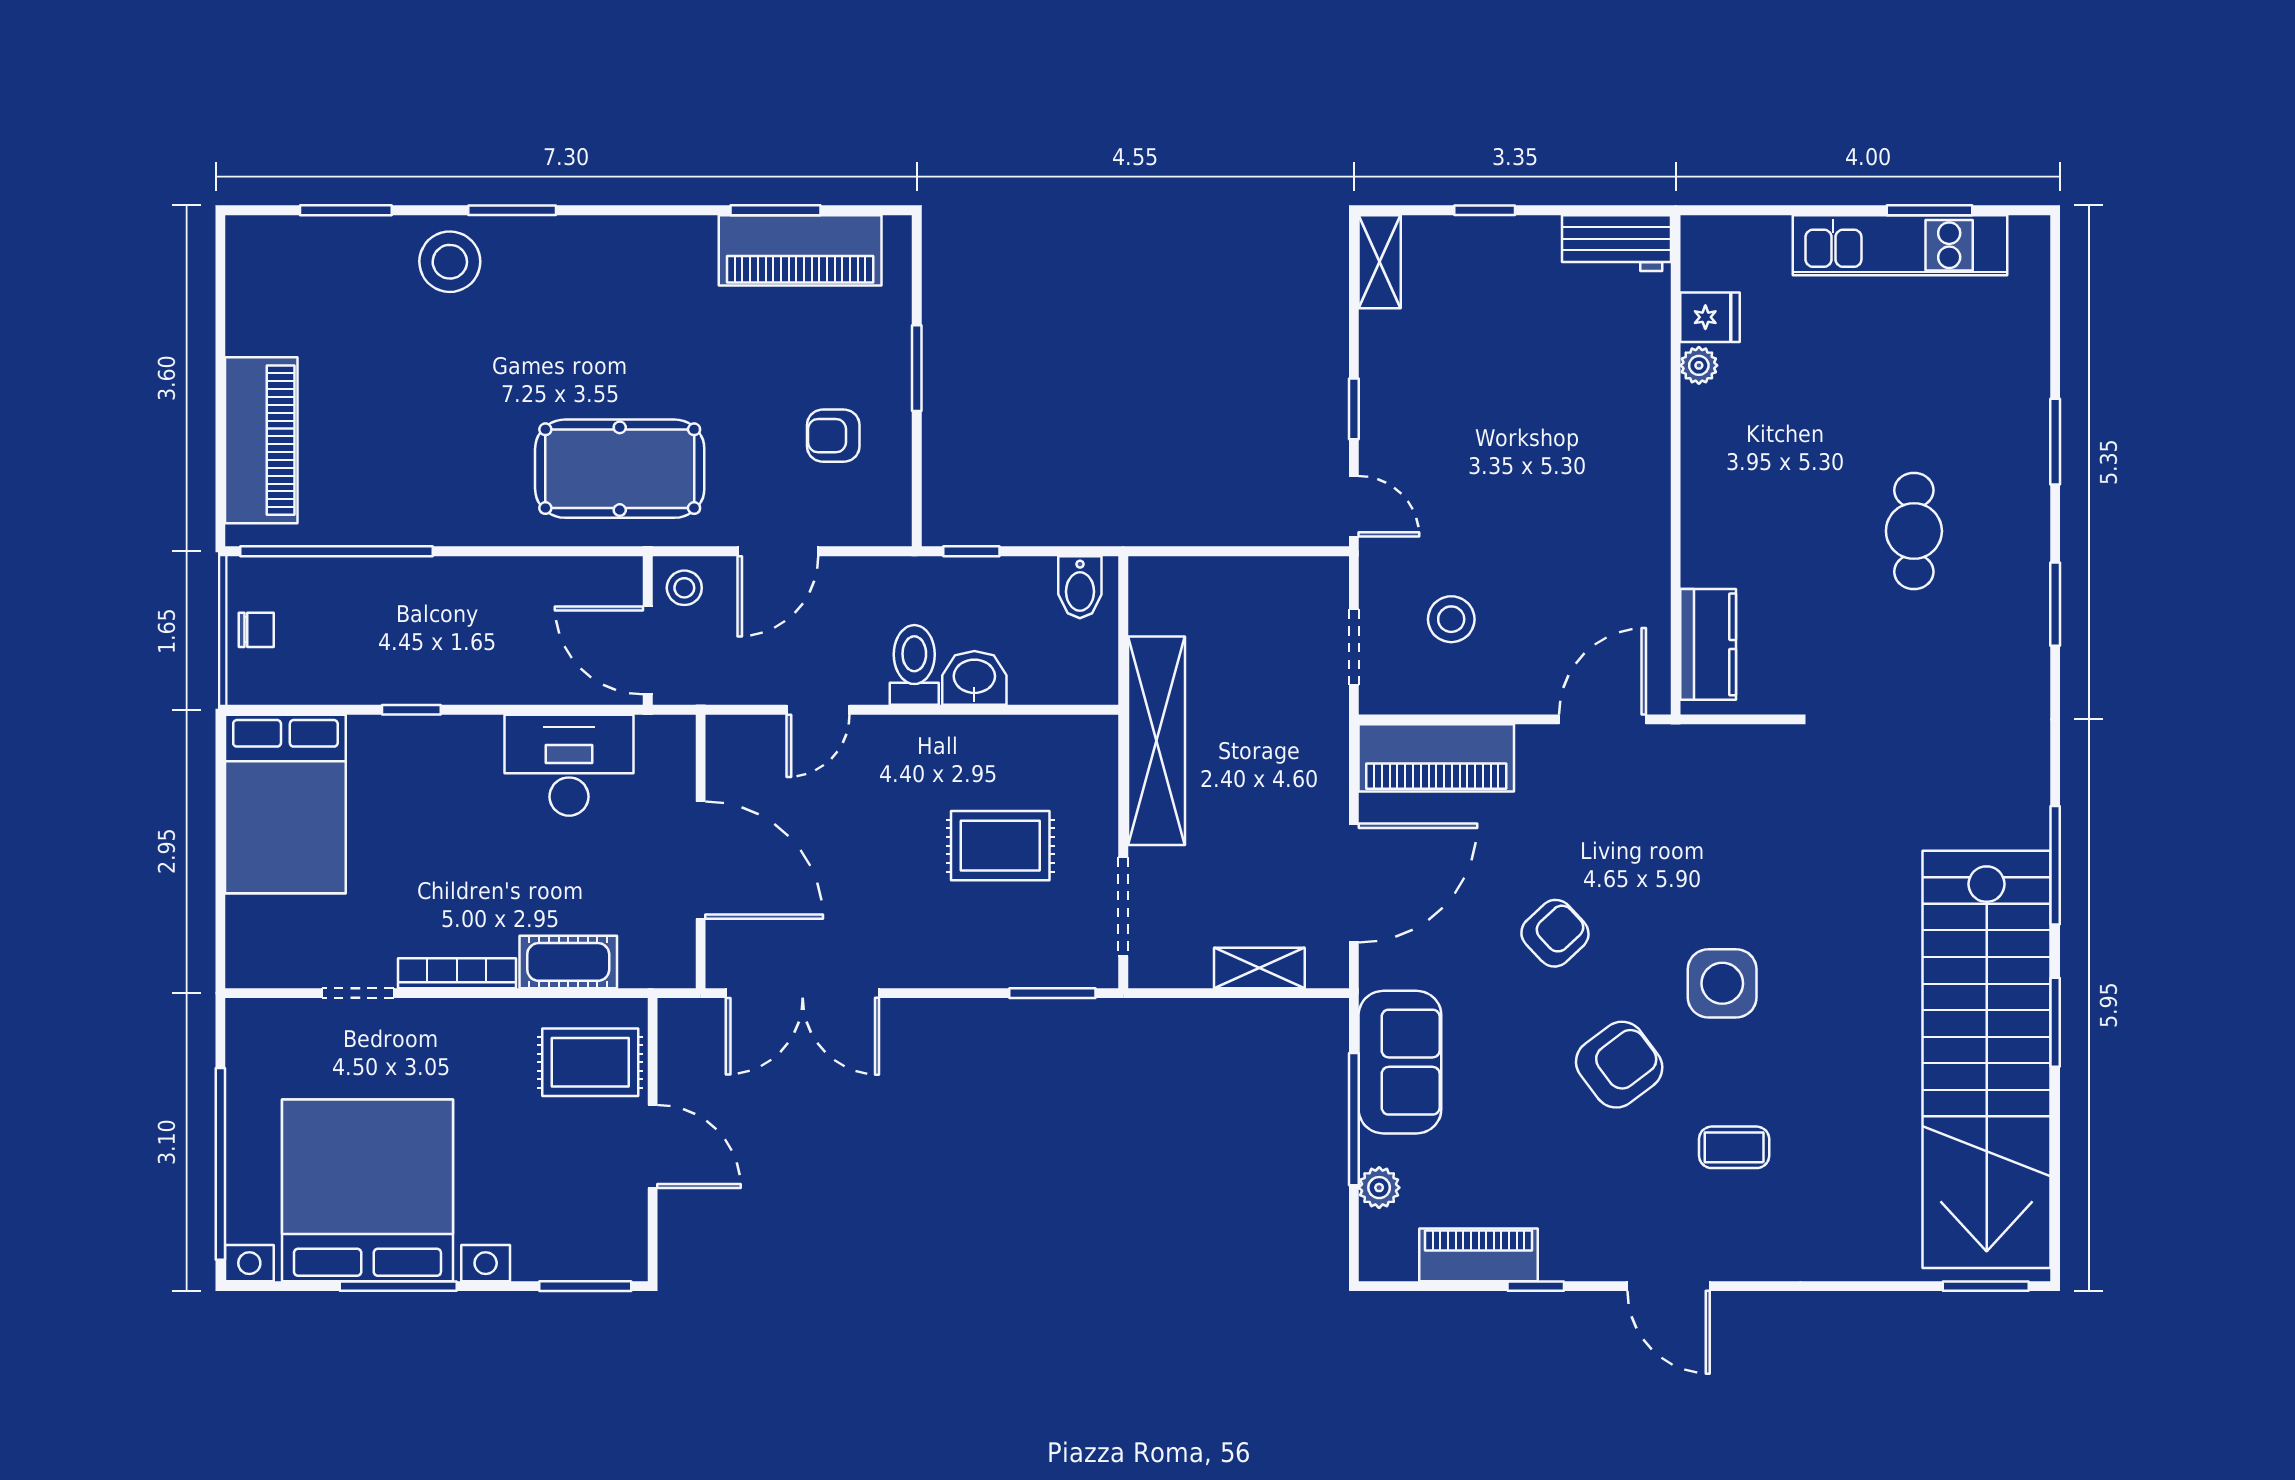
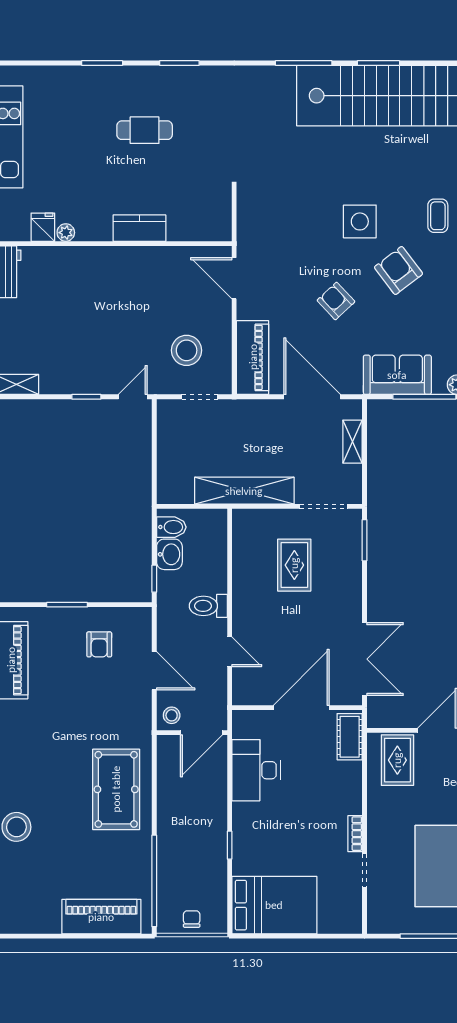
pool table: (620, 469) -> (116, 789), moved
stool: (1451, 619) -> (187, 350), width x1.38, depth x1.38
kitchen counter: (1708, 644) -> (139, 228), moved
washbasin: (974, 678) -> (169, 554), moved, turned 180
cot: (568, 962) -> (350, 737), moved
bookcase: (457, 973) -> (355, 834), width x0.64

